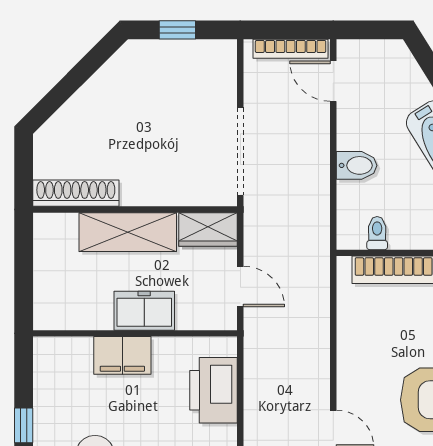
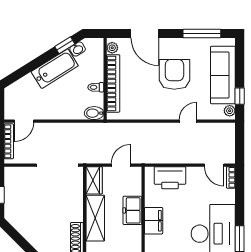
bidet: (357, 165) -> (94, 113), moved, turned -90
toilet: (377, 233) -> (96, 87), moved

